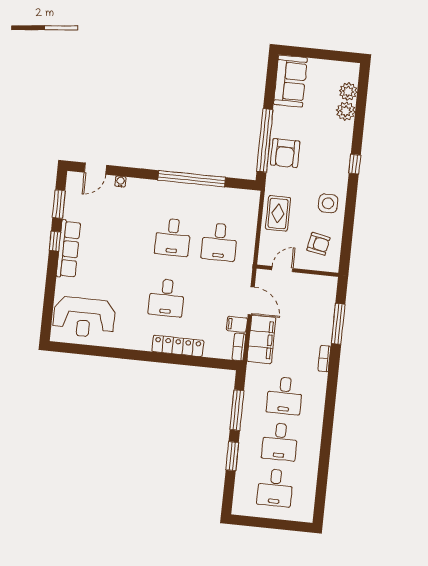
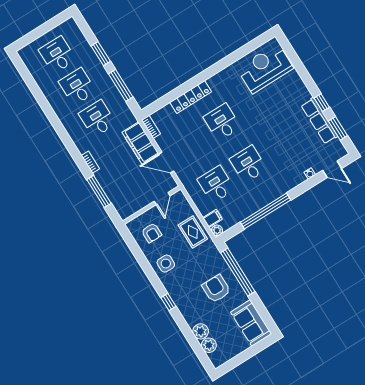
armchair: (285, 153) -> (216, 289), moved
door: (95, 169) -> (332, 169), swing flipped
plant: (253, 197) -> (217, 230), added
armchair: (319, 244) -> (152, 233), turned -101
row of seats: (68, 249) -> (319, 121), moved
filing cabinet: (237, 324) -> (213, 218), moved

